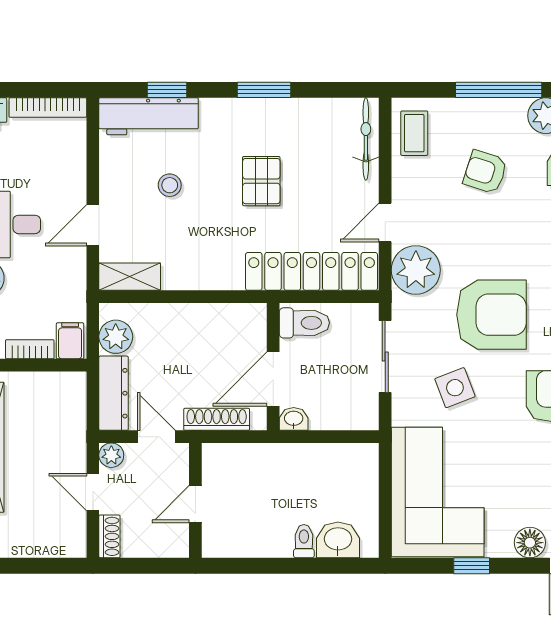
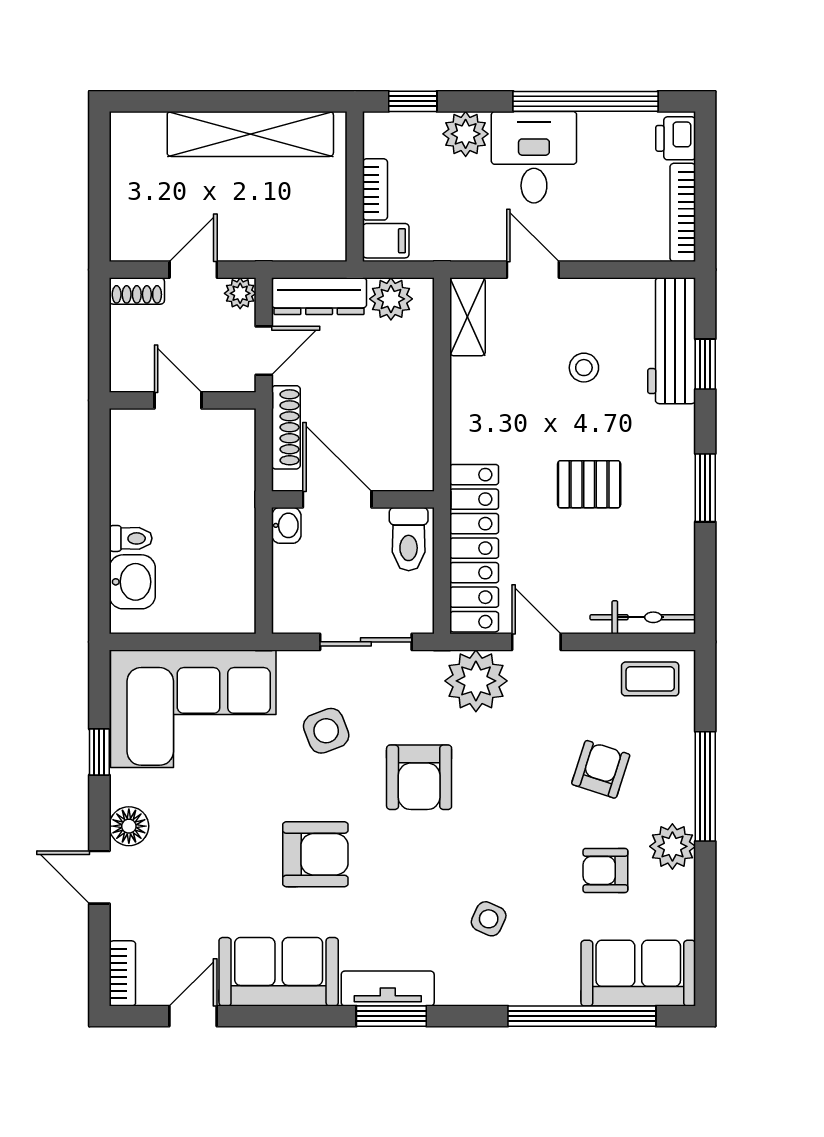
armchair: (491, 315) -> (419, 777), width x0.73, depth x0.73

